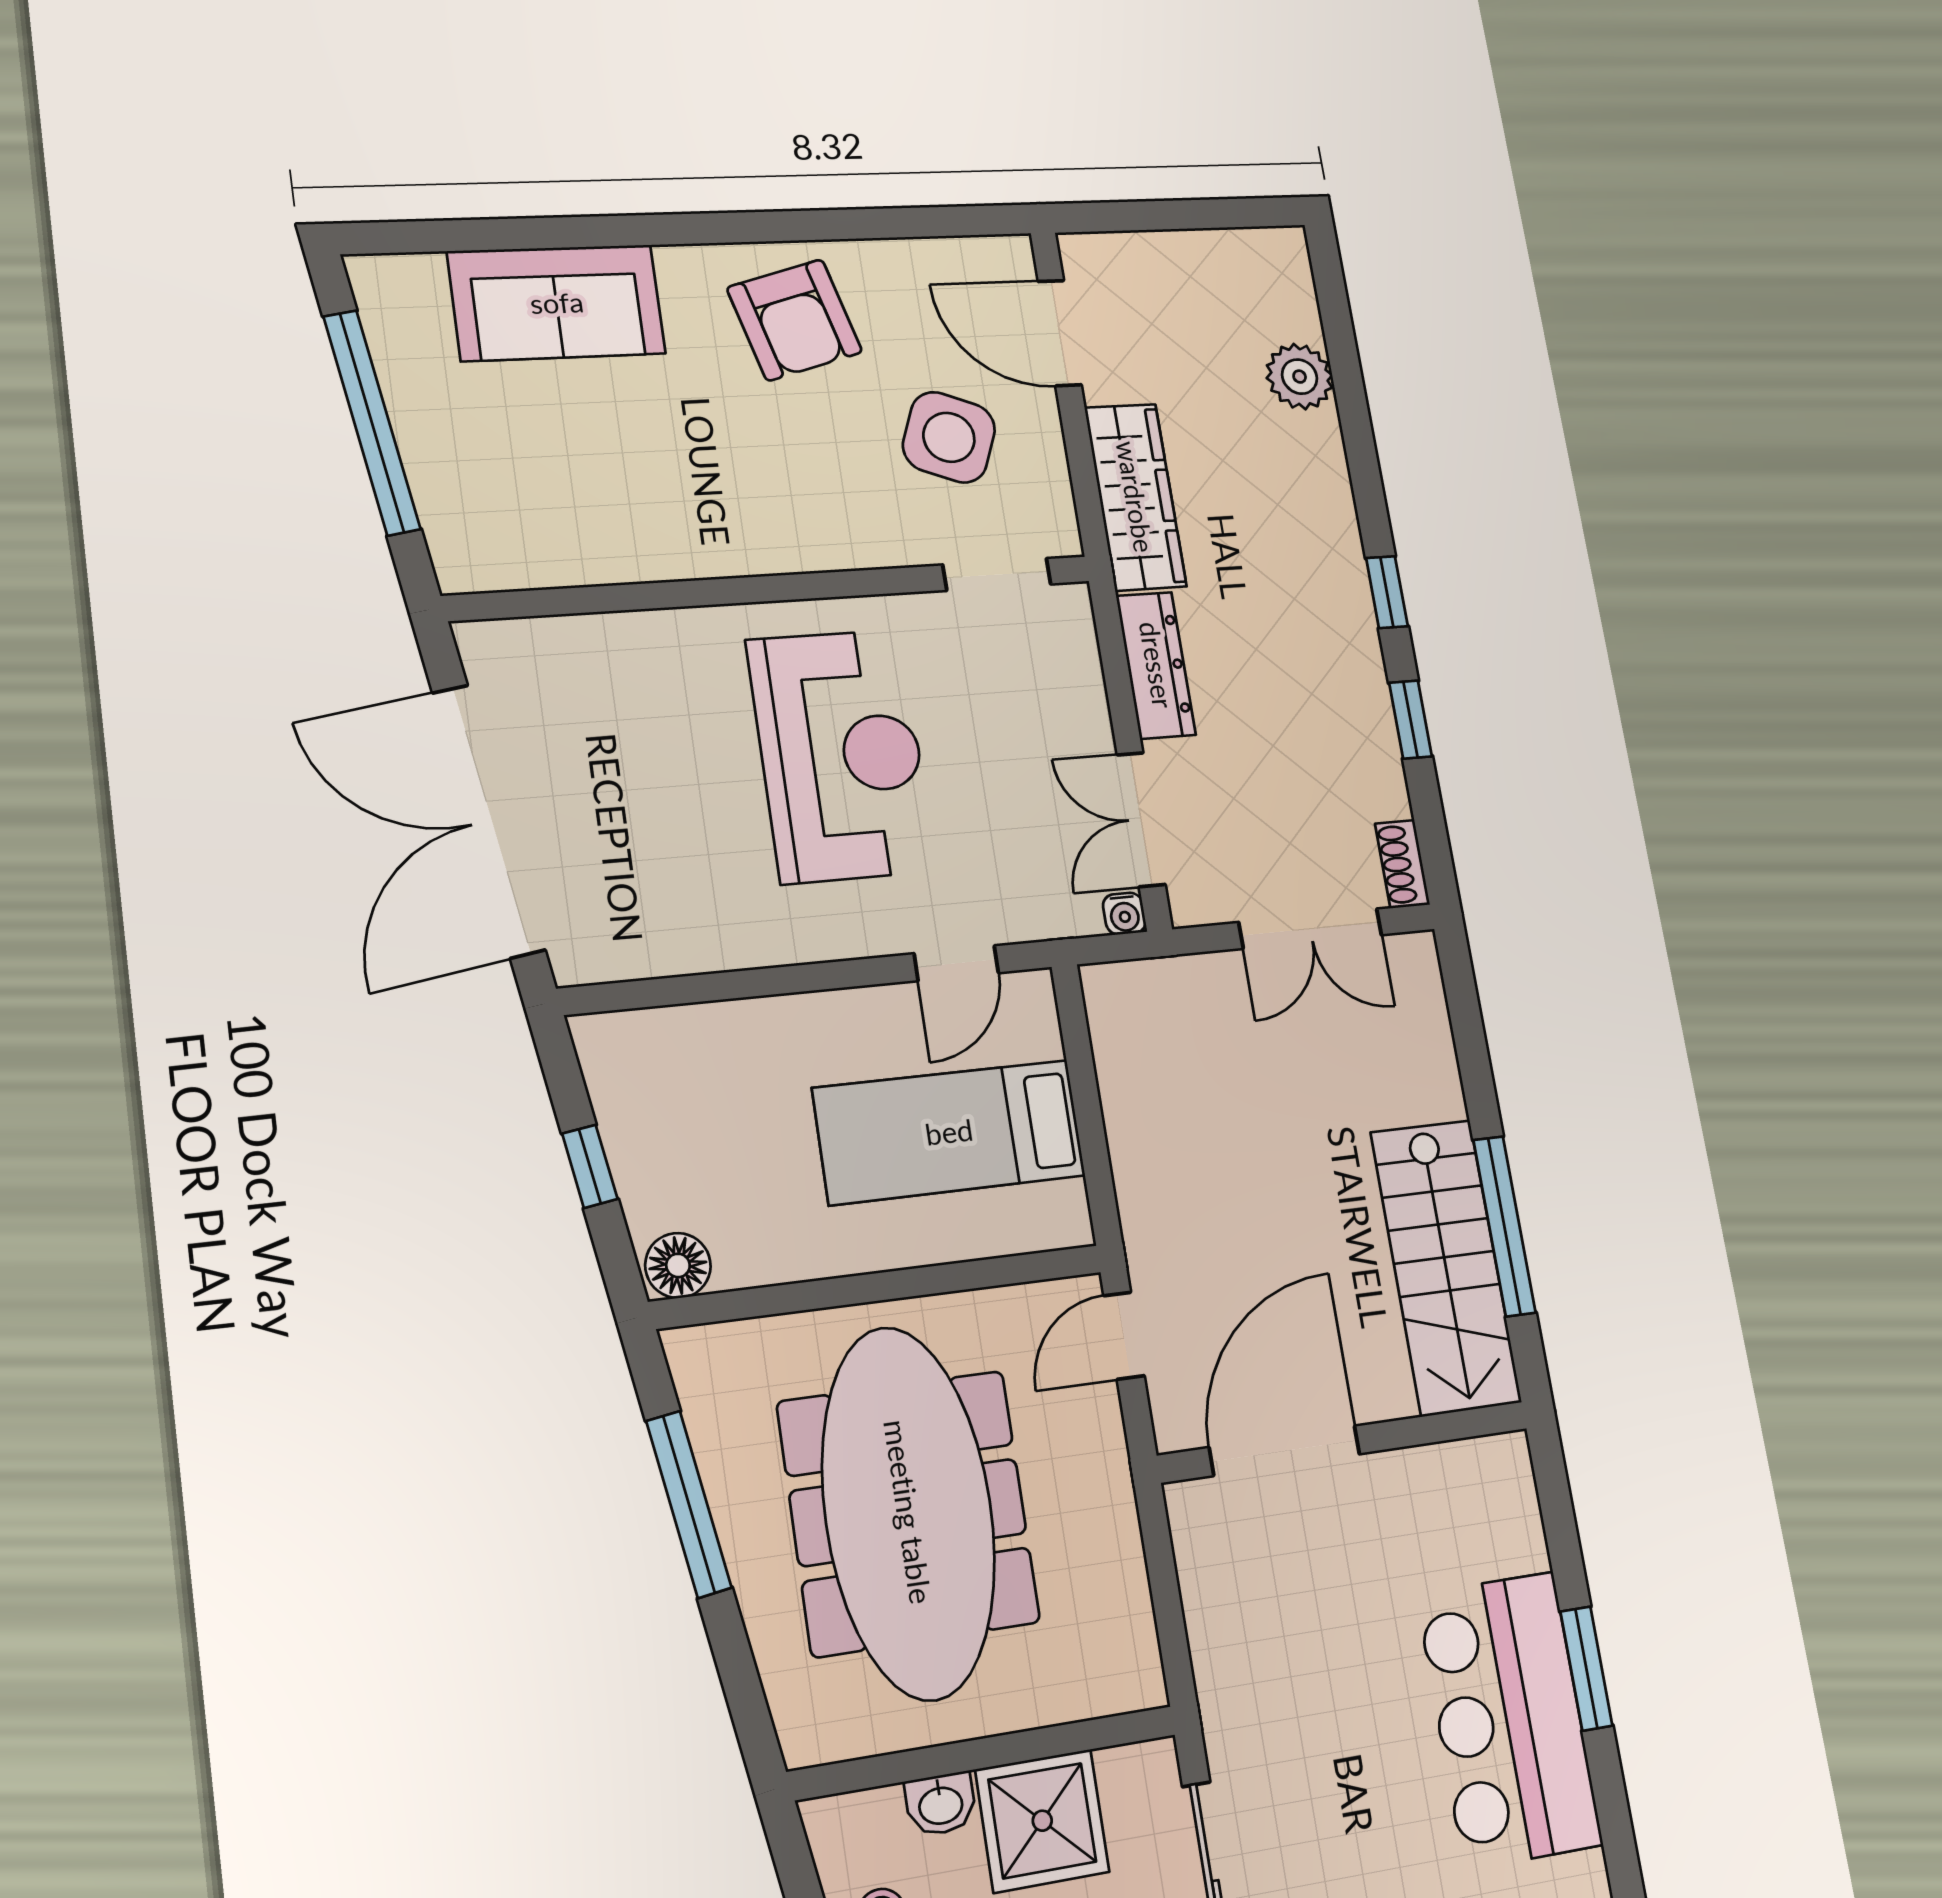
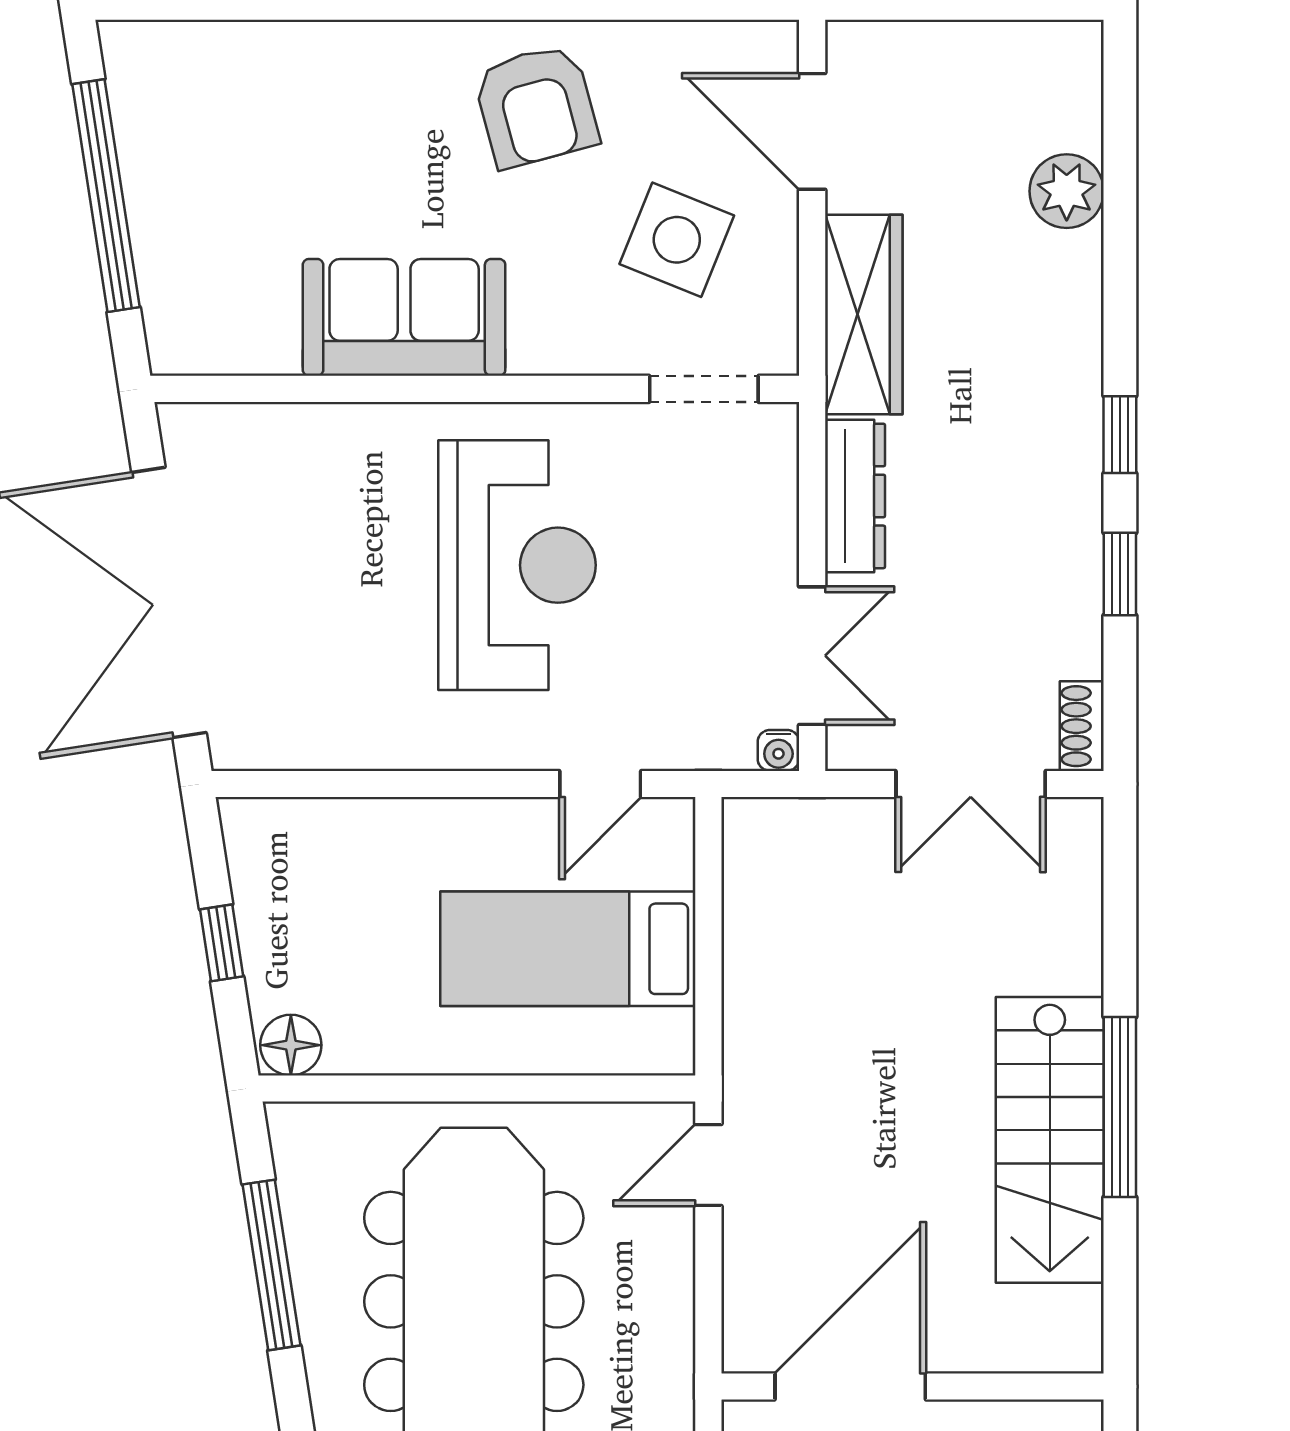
sofa: (557, 303) -> (404, 317), moved, turned 180
double door: (1141, 819) -> (812, 656), swing flipped
wall: (1345, 1442) -> (913, 1387), moved
door: (1285, 1451) -> (850, 1387), moved

